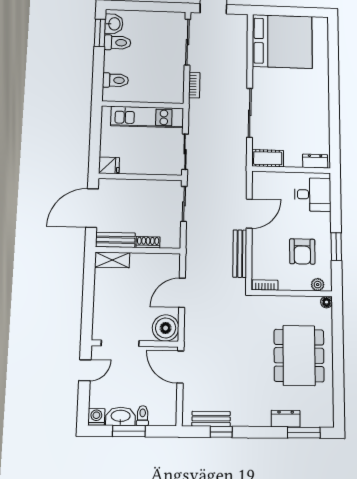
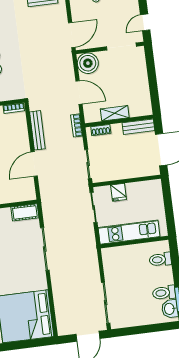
bookcase: (194, 85) -> (77, 125), moved
fridge: (109, 165) -> (118, 192), moved, turned -90
shoe rack: (148, 242) -> (101, 130), moved
shelving: (112, 260) -> (115, 113), moved
door: (182, 293) -> (79, 92), hinge flipped
door: (180, 367) -> (72, 35), hinge flipped

